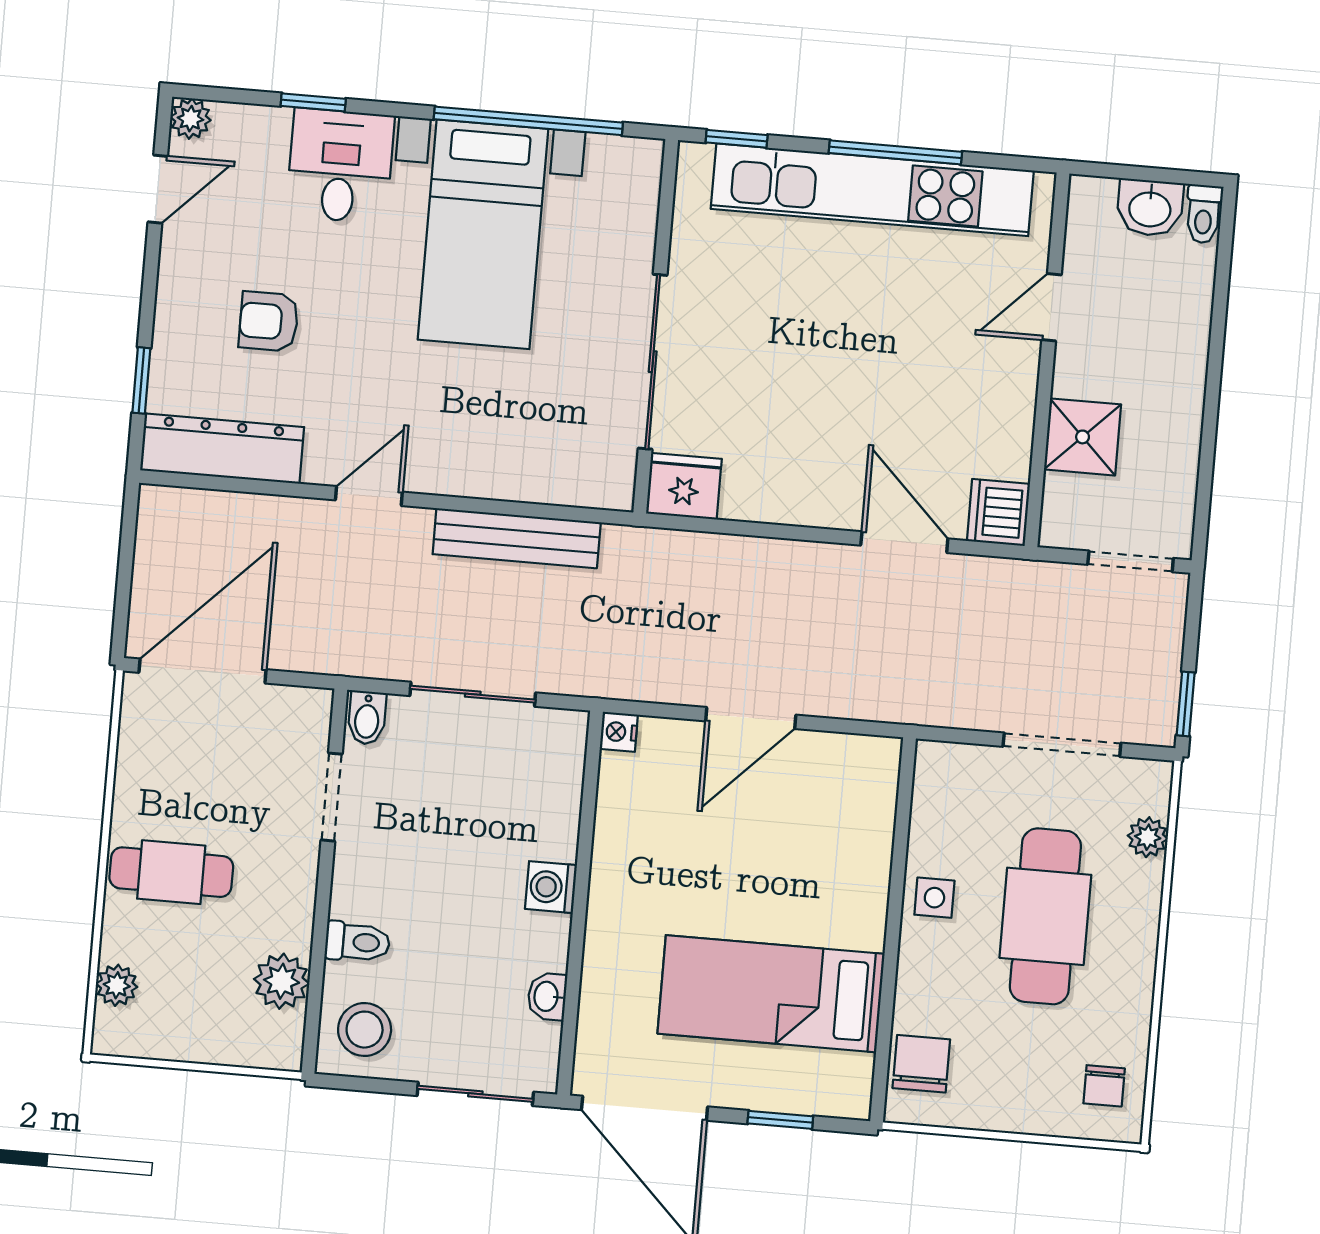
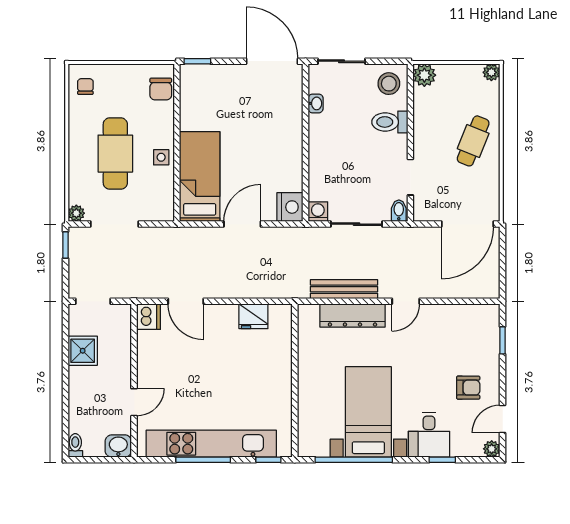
washbasin: (1150, 208) -> (118, 446), moved
armchair: (269, 321) -> (468, 388), moved
sliding door: (653, 362) -> (295, 366), removed
shower: (1083, 437) -> (83, 351), moved
dresser: (222, 449) -> (352, 315), moved
fridge: (684, 486) -> (253, 316), moved
nightstand: (619, 732) -> (290, 207), width x1.89, depth x1.79
plant: (1148, 837) -> (76, 213), moved
cafe table: (171, 872) -> (473, 141), turned -68
washing machine: (551, 887) -> (318, 212), moved, turned -90
toilet: (357, 942) -> (390, 122), width x1.37, depth x1.39
plant: (282, 981) -> (424, 75), moved
plant: (117, 985) -> (491, 72), moved
bed: (771, 994) -> (200, 177), moved, turned -90
window: (780, 1120) -> (197, 61), moved

